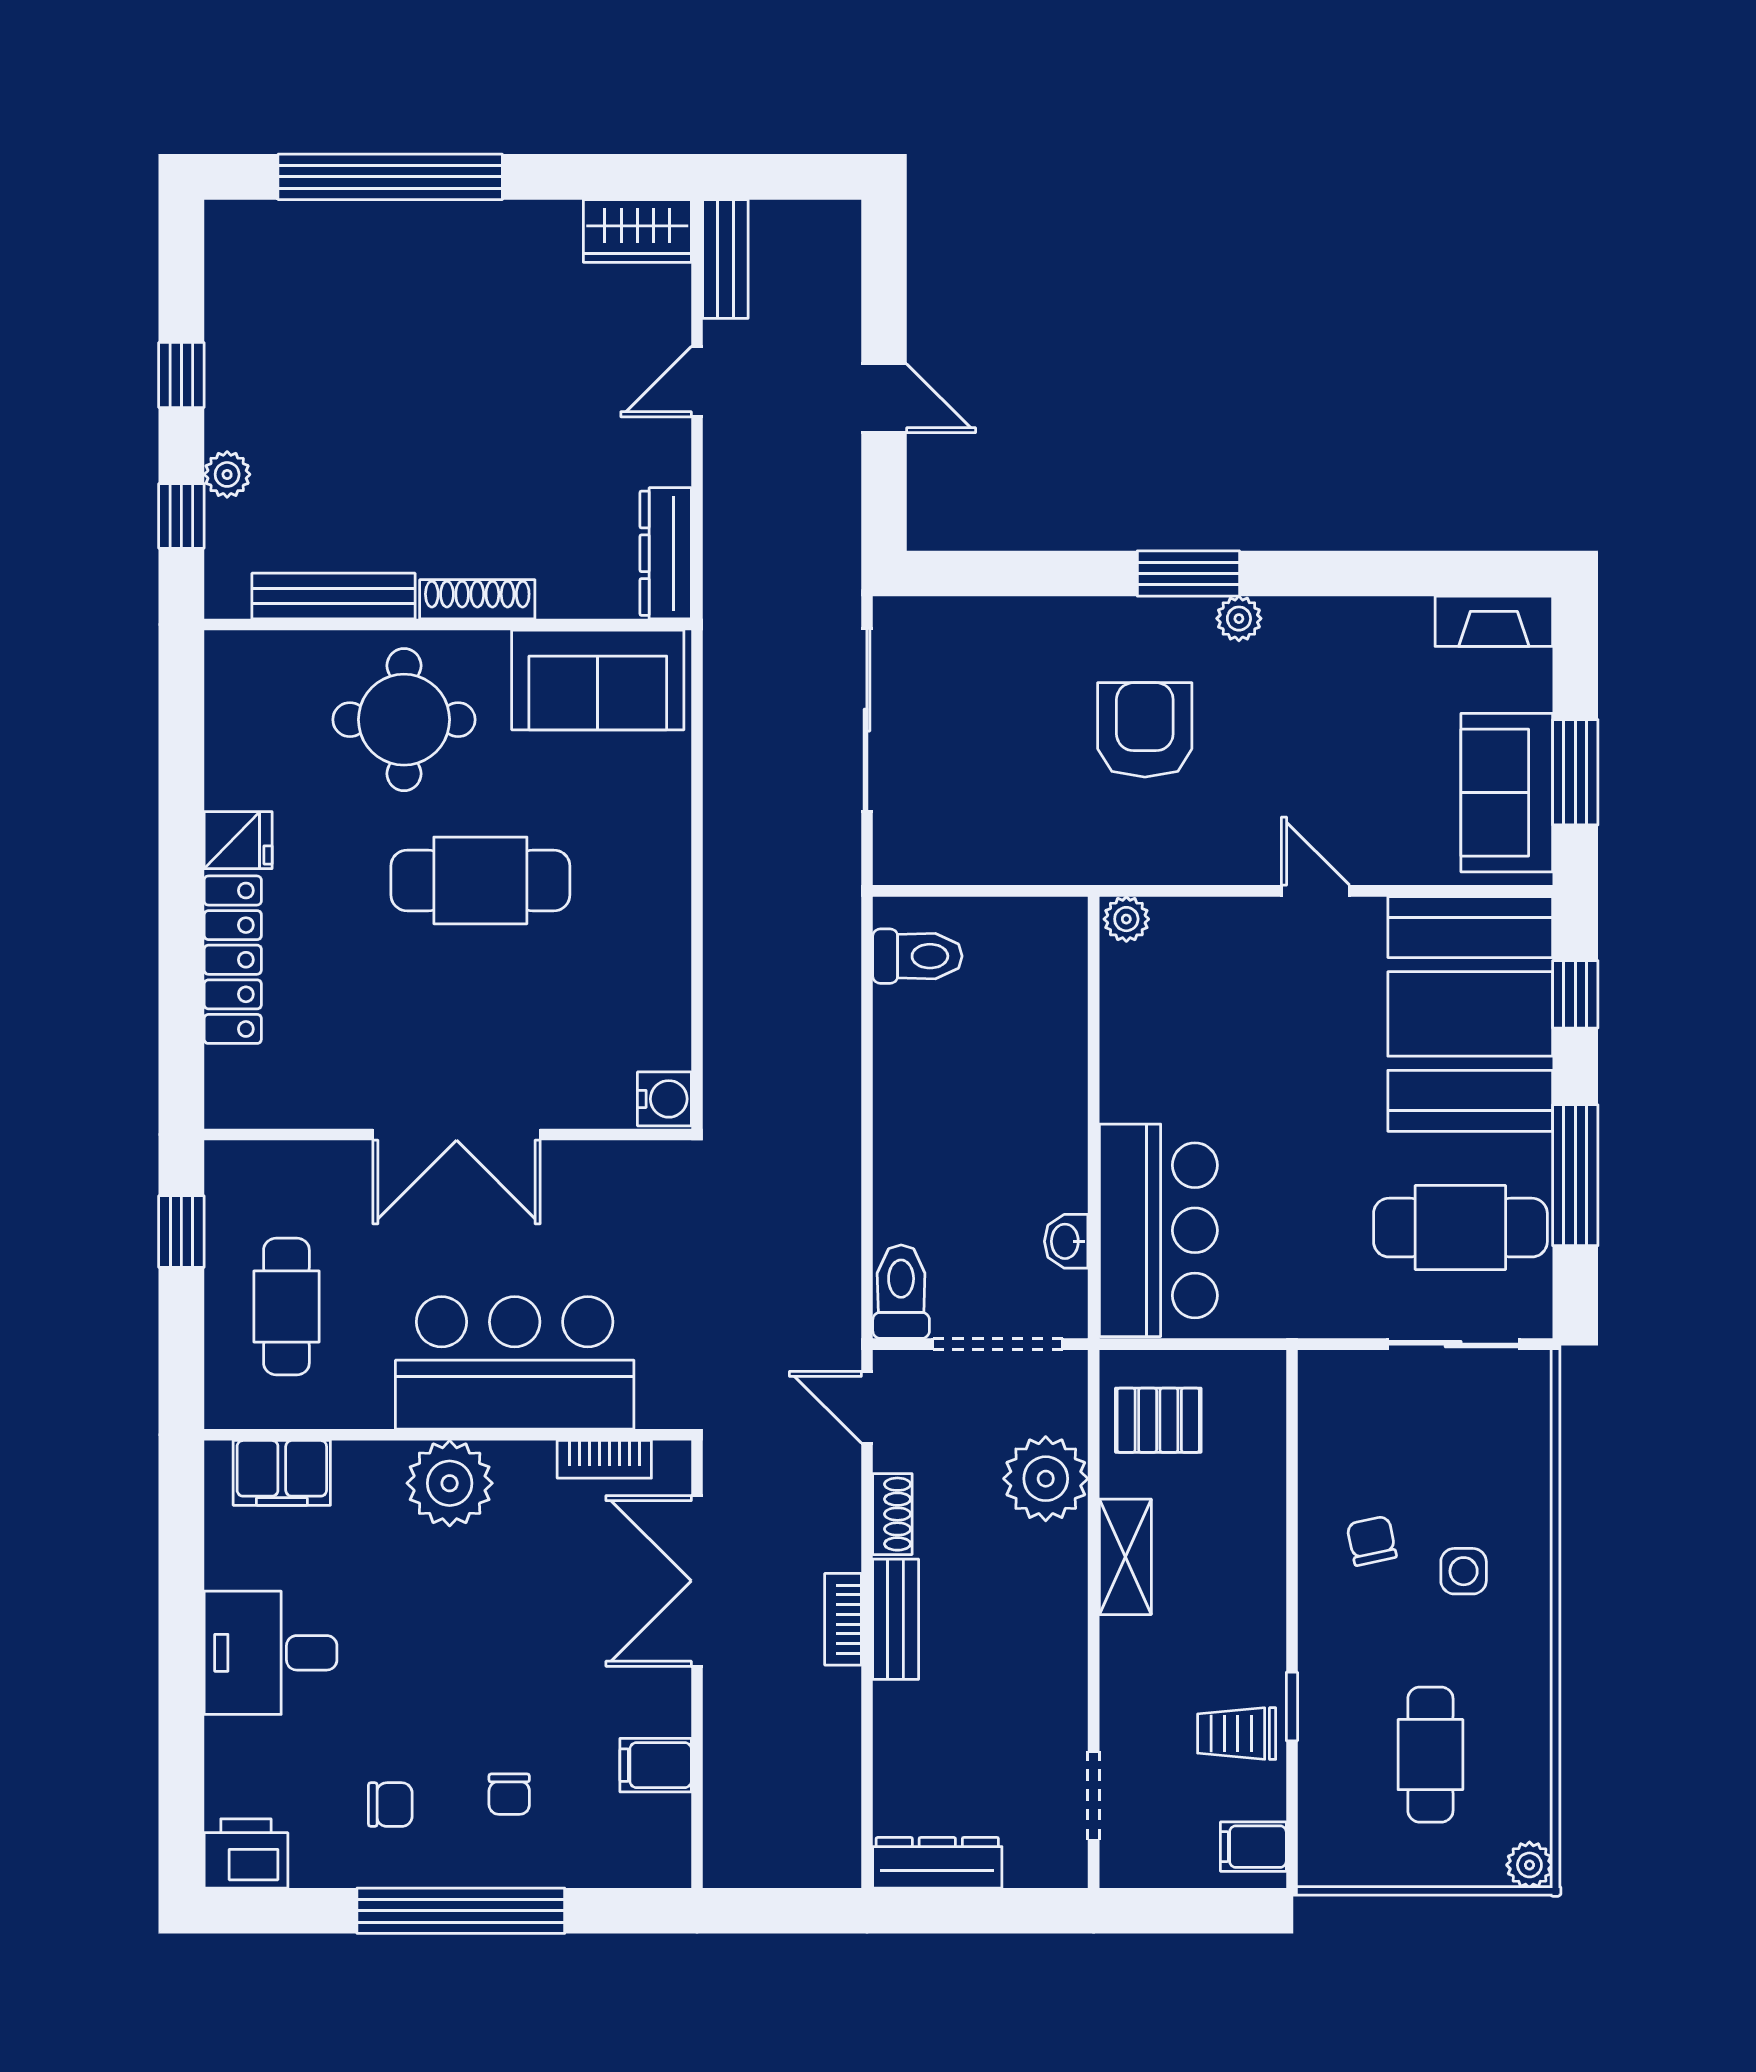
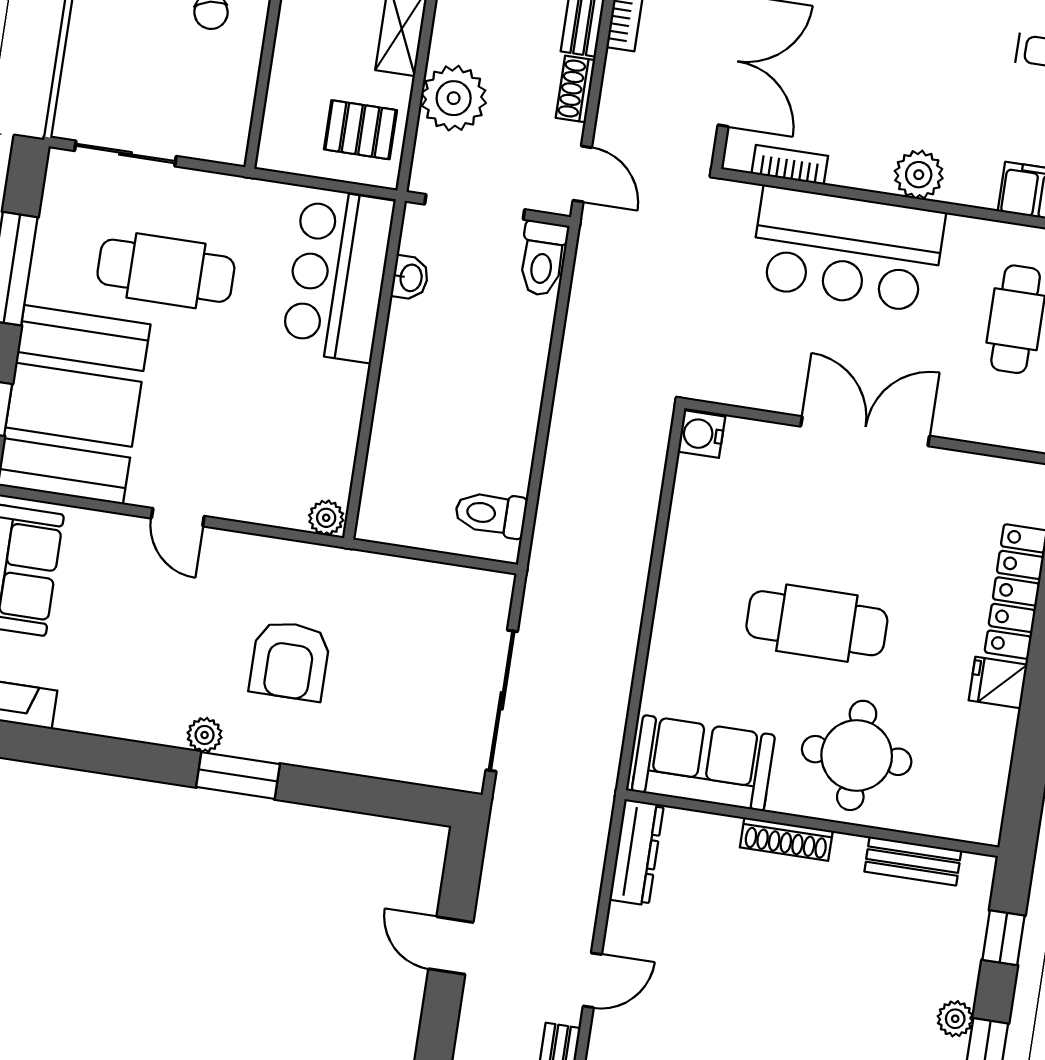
plant: (227, 474) -> (955, 1019), moved
bench: (334, 596) -> (913, 861), width x0.73
cafe table: (1460, 1228) -> (166, 271), moved
plant: (450, 1483) -> (919, 175), width x0.73, depth x0.73

